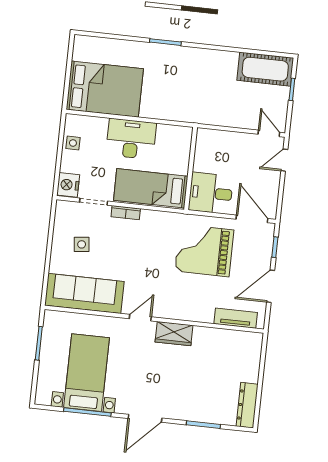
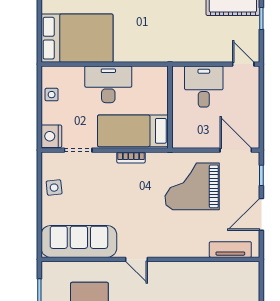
door: (284, 160) -> (261, 89), removed
desk: (211, 193) -> (204, 87), moved, turned 90
bookcase: (126, 213) -> (131, 157), moved
side table: (82, 244) -> (54, 188), moved
door: (140, 318) -> (136, 259), swing flipped
wardrobe: (174, 334) -> (171, 271), removed

